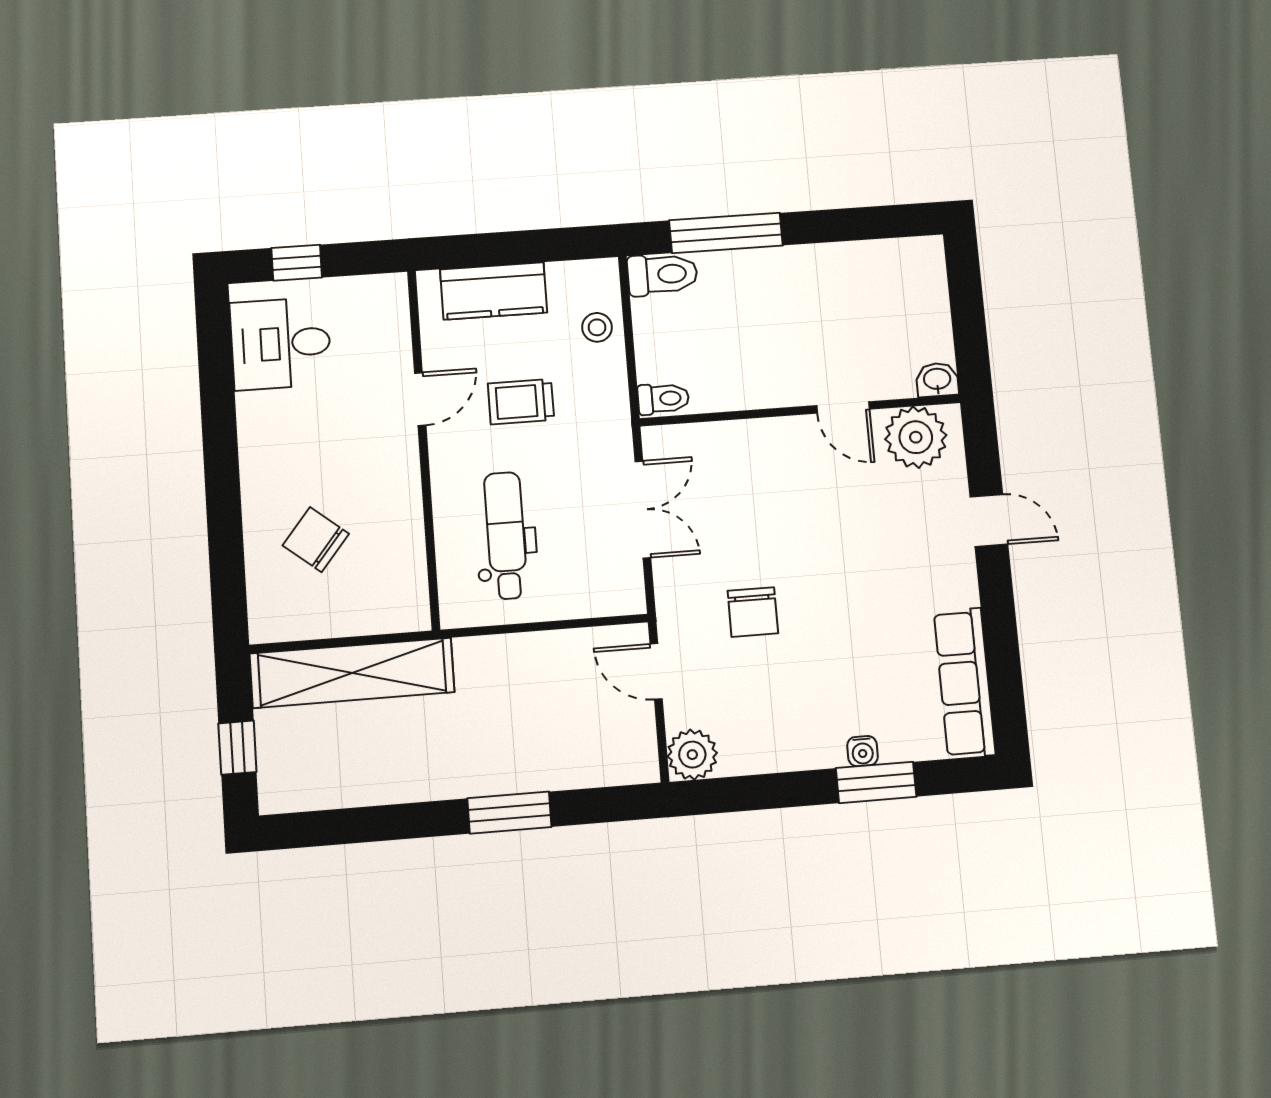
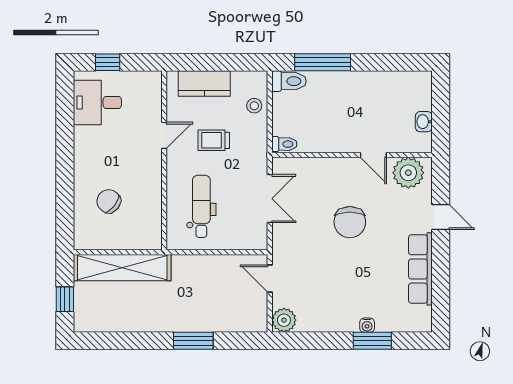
washbasin: (937, 380) -> (424, 122), moved, turned -90
chair: (753, 612) -> (350, 222), moved, width x1.37, depth x1.37
row of seats: (965, 683) -> (420, 269), moved

